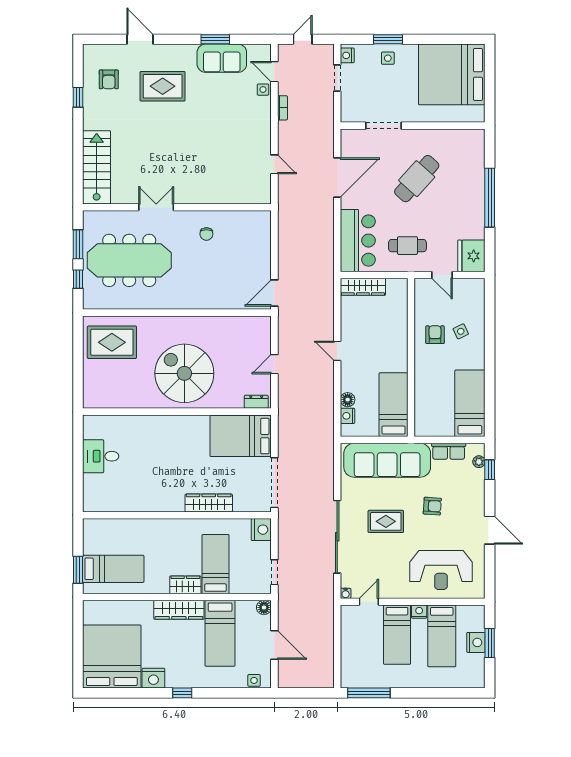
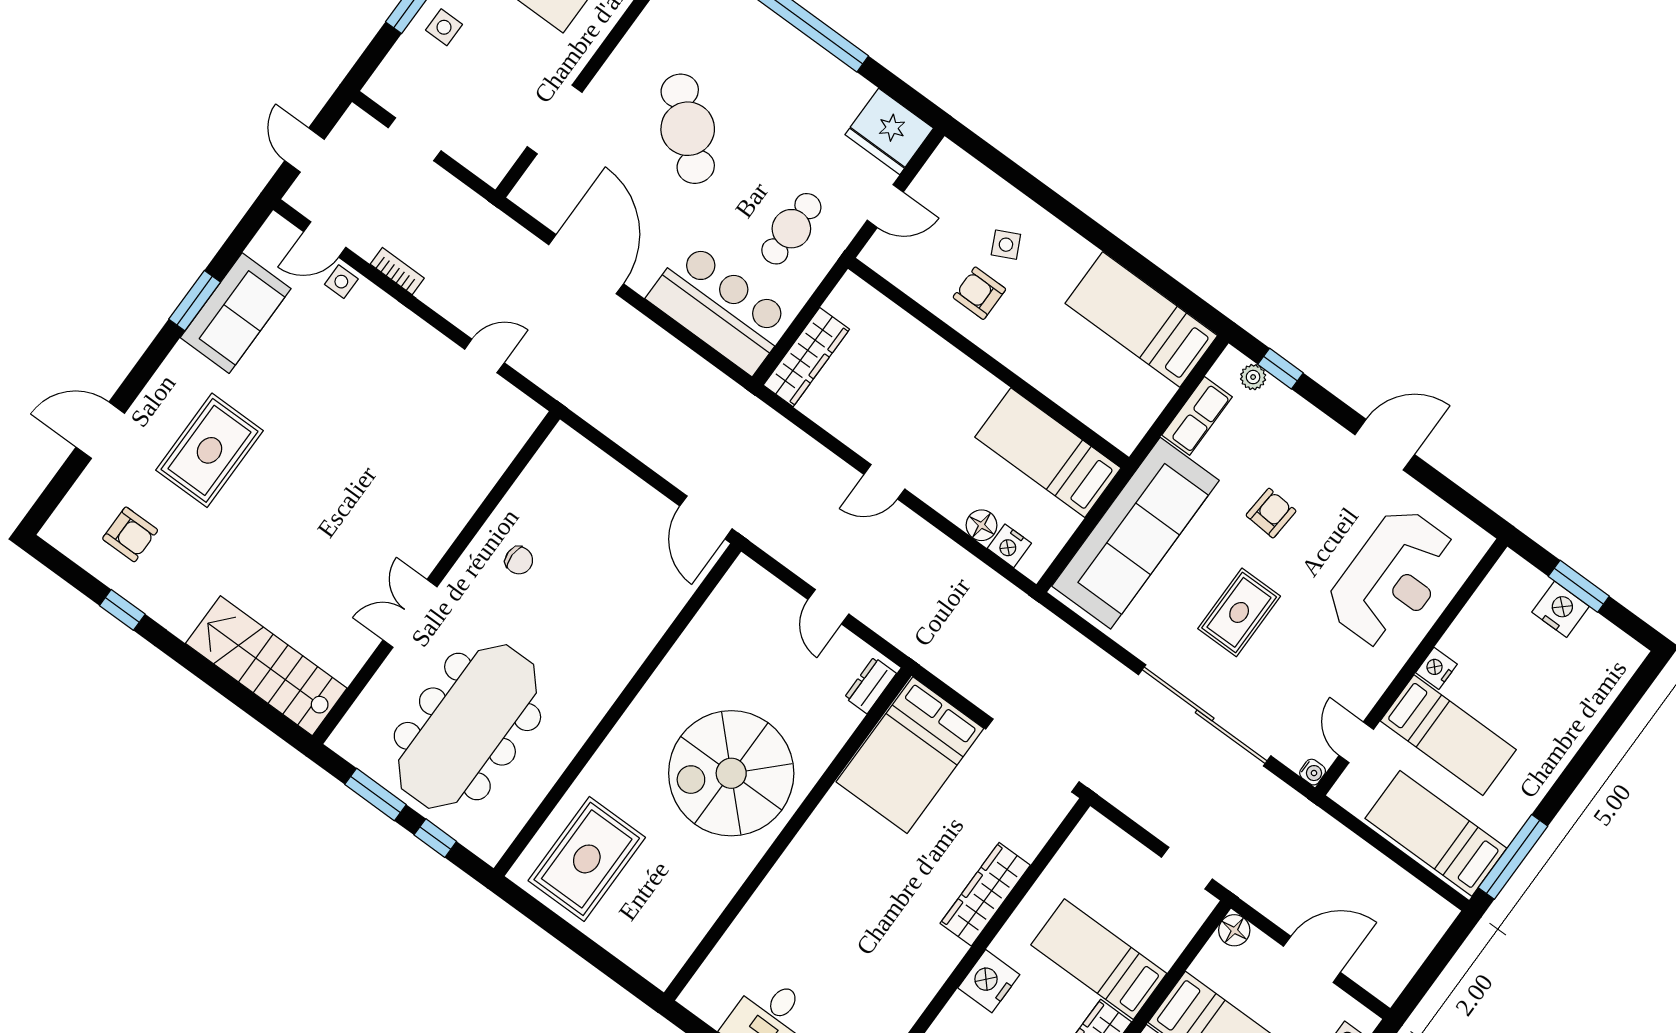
nightstand: (347, 55) -> (388, 94), removed
nightstand: (261, 530) -> (989, 981), moved, turned -90
bed: (442, 636) -> (1436, 833), moved, turned 180

